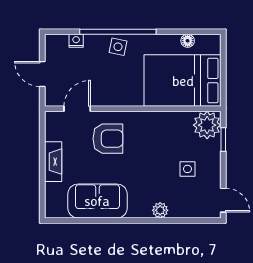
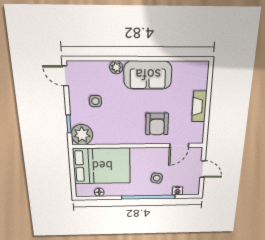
side table: (118, 47) -> (157, 178), moved
armchair: (108, 139) -> (157, 124), turned -90
sofa: (97, 201) -> (148, 75), moved

